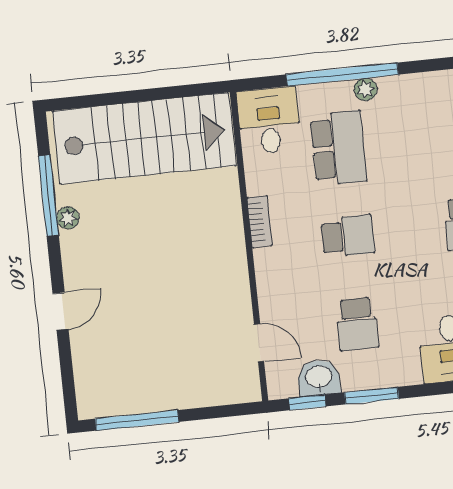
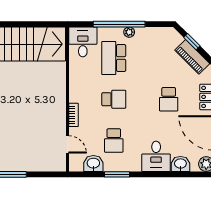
school desk: (339, 148) -> (114, 58), turned 180
bookcase: (259, 222) -> (74, 115), moved
window: (307, 402) -> (87, 174), removed

